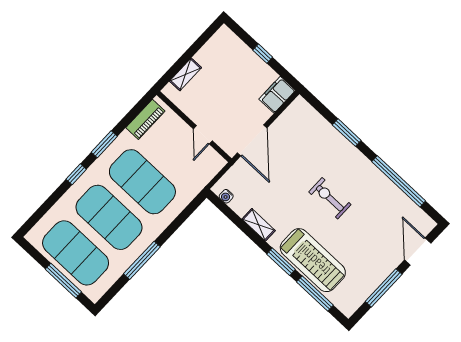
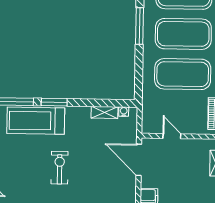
exercise bike: (330, 198) -> (60, 168), turned -90
shelving: (259, 225) -> (104, 112), moved

